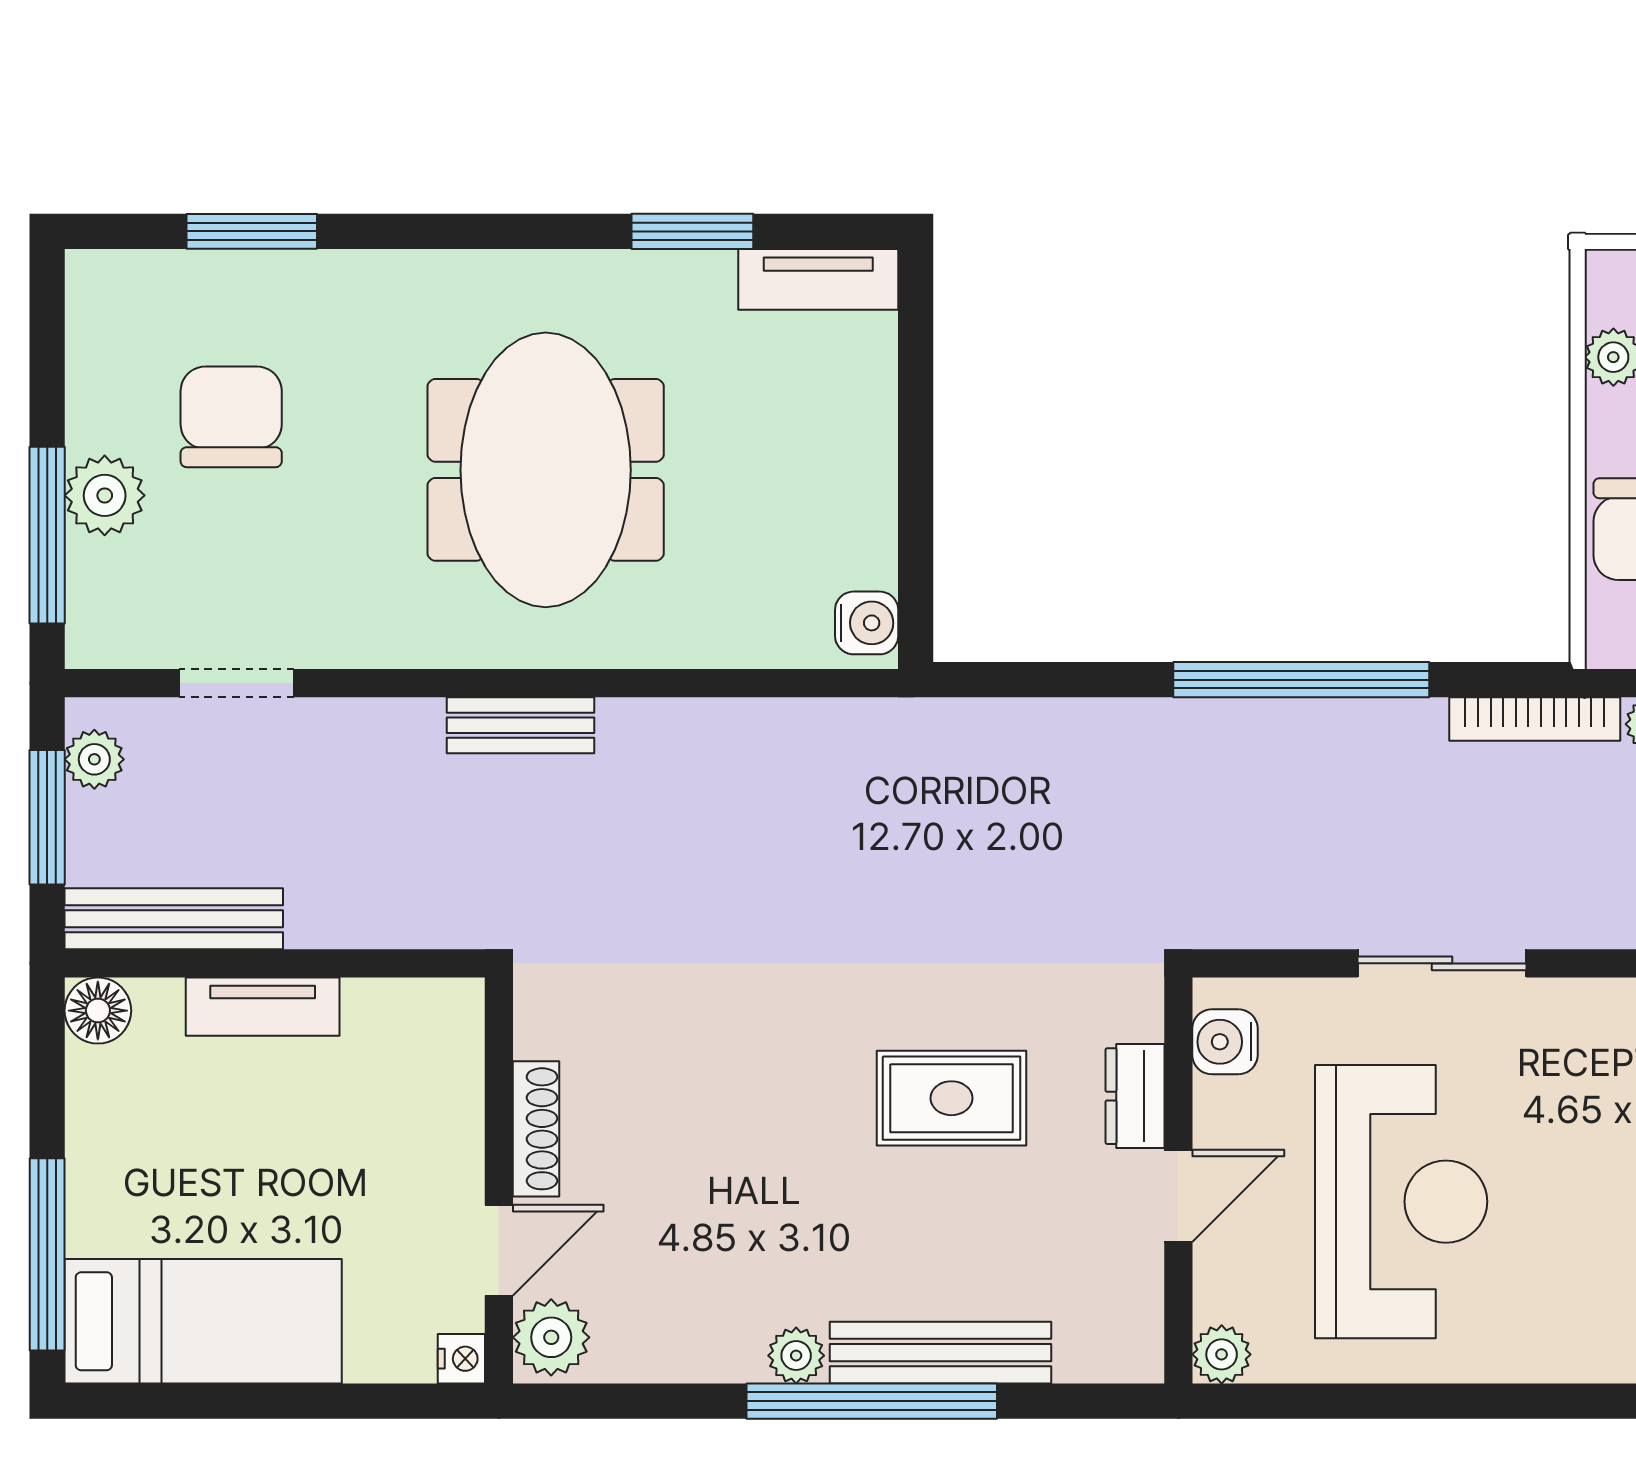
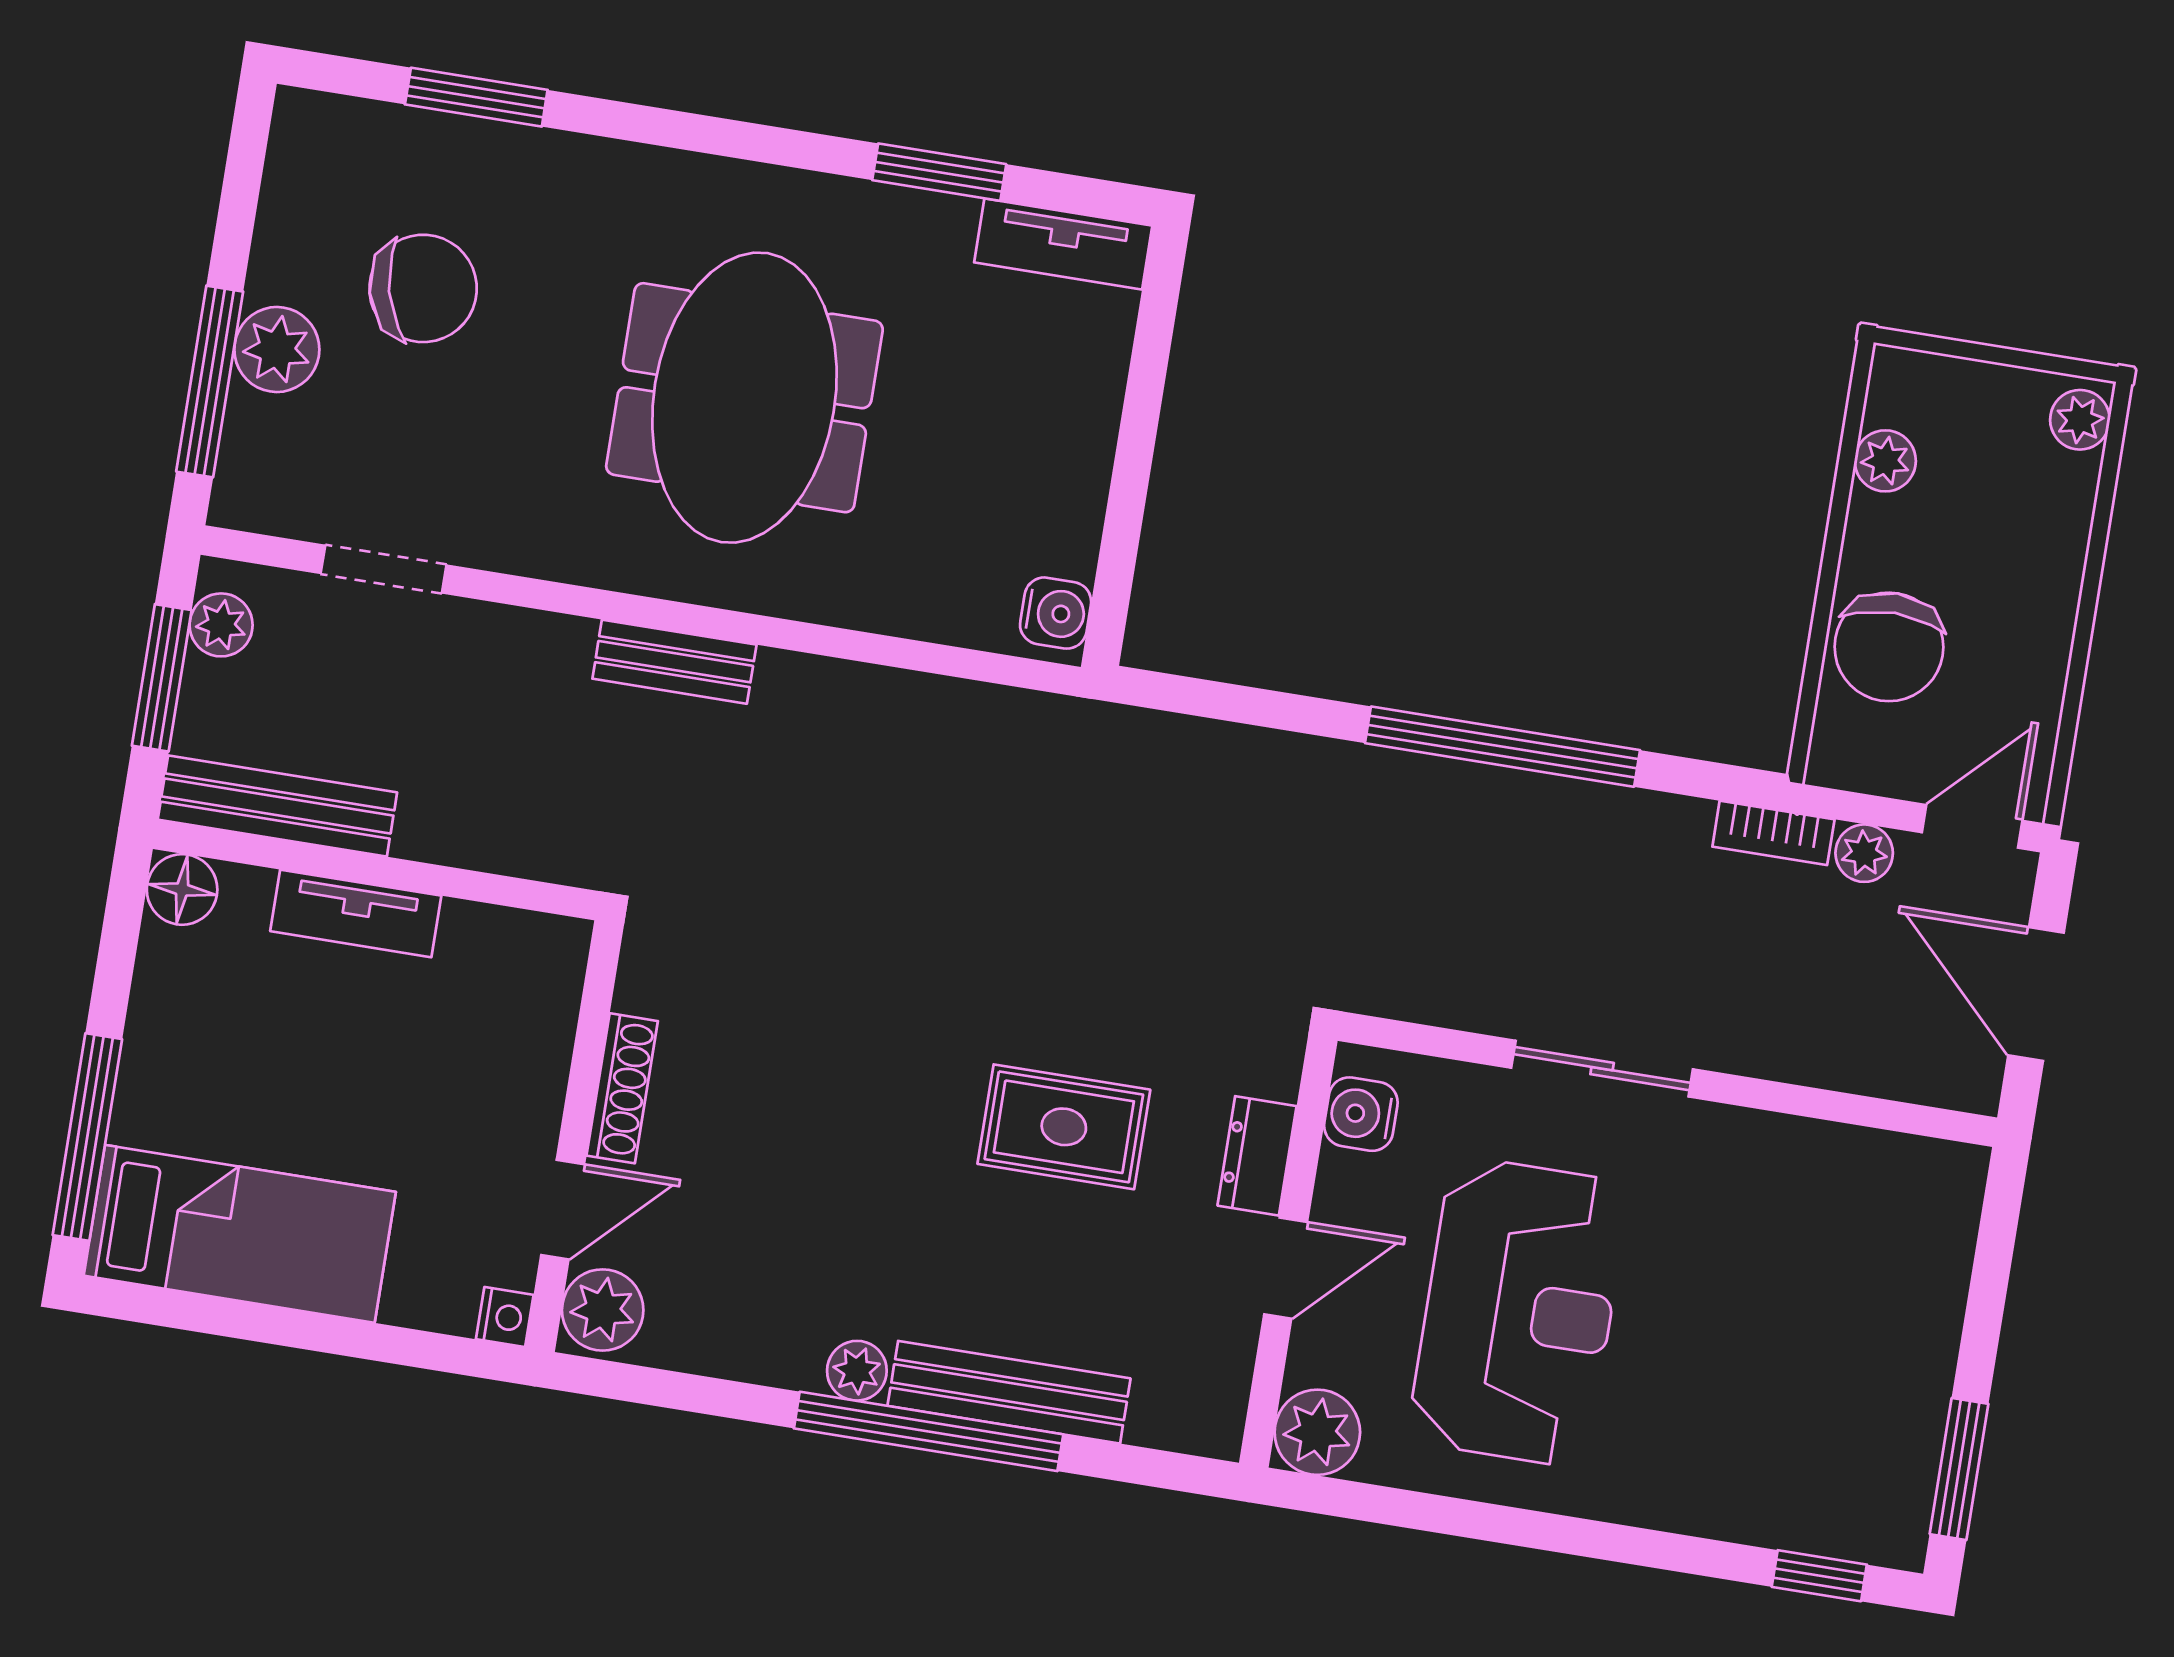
chair: (231, 417) -> (423, 288), turned 76
bookcase: (1535, 719) -> (1773, 833), width x0.64
plant: (1222, 1354) -> (1317, 1432), width x1.38, depth x1.38

